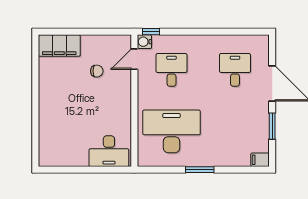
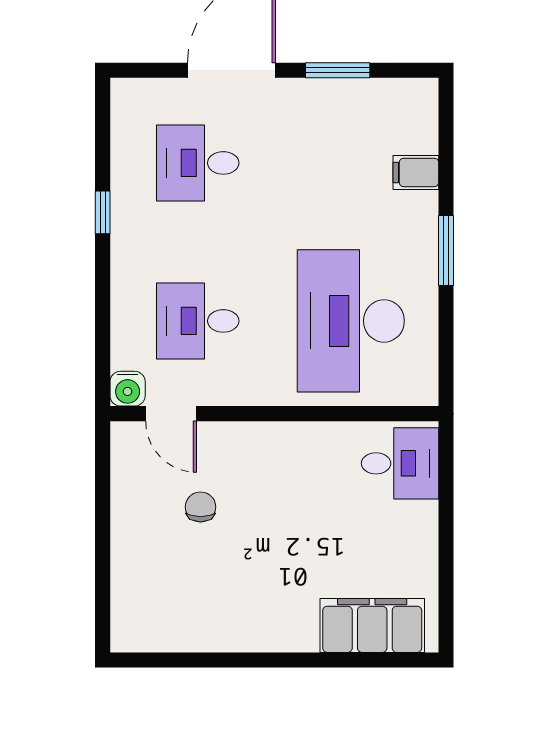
window: (151, 32) -> (103, 212), moved
filing cabinet: (59, 46) -> (372, 625), moved, turned -90
desk: (109, 151) -> (400, 463), width x0.73
filing cabinet: (260, 160) -> (416, 172), moved, turned 90

